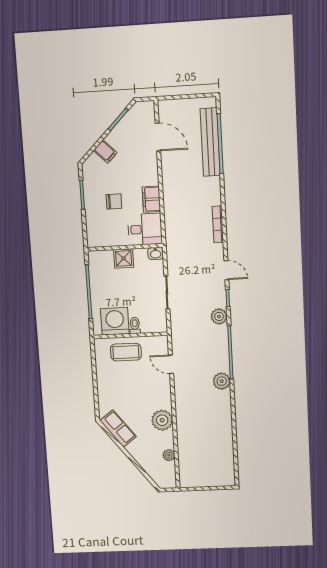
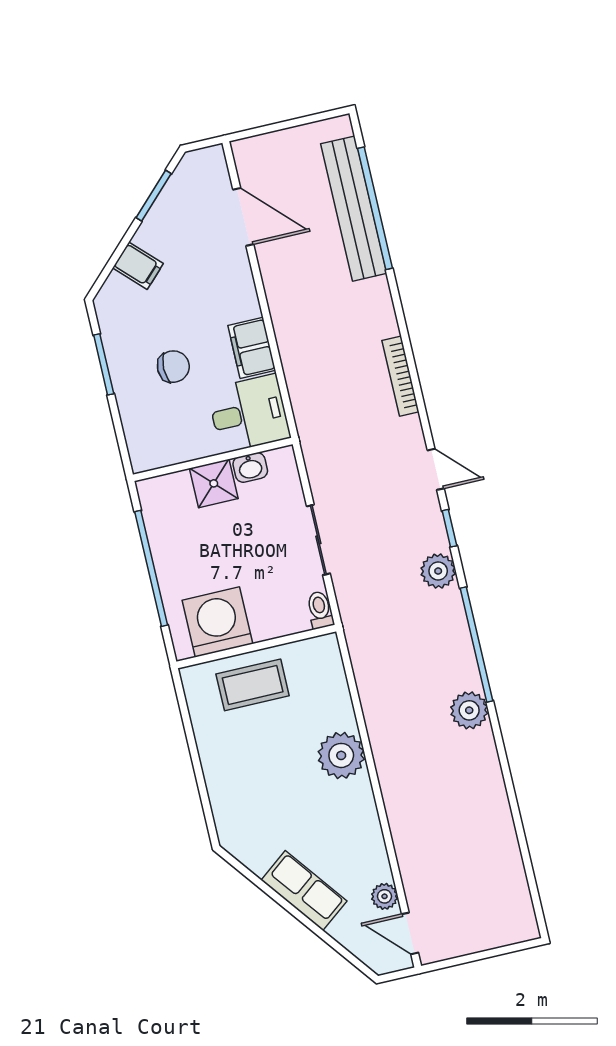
washbasin: (156, 253) -> (250, 467), moved
toilet: (135, 325) -> (320, 610), moved
door: (171, 364) -> (410, 933), moved
plant: (162, 420) -> (341, 755), moved
row of seats: (118, 429) -> (304, 891), moved

